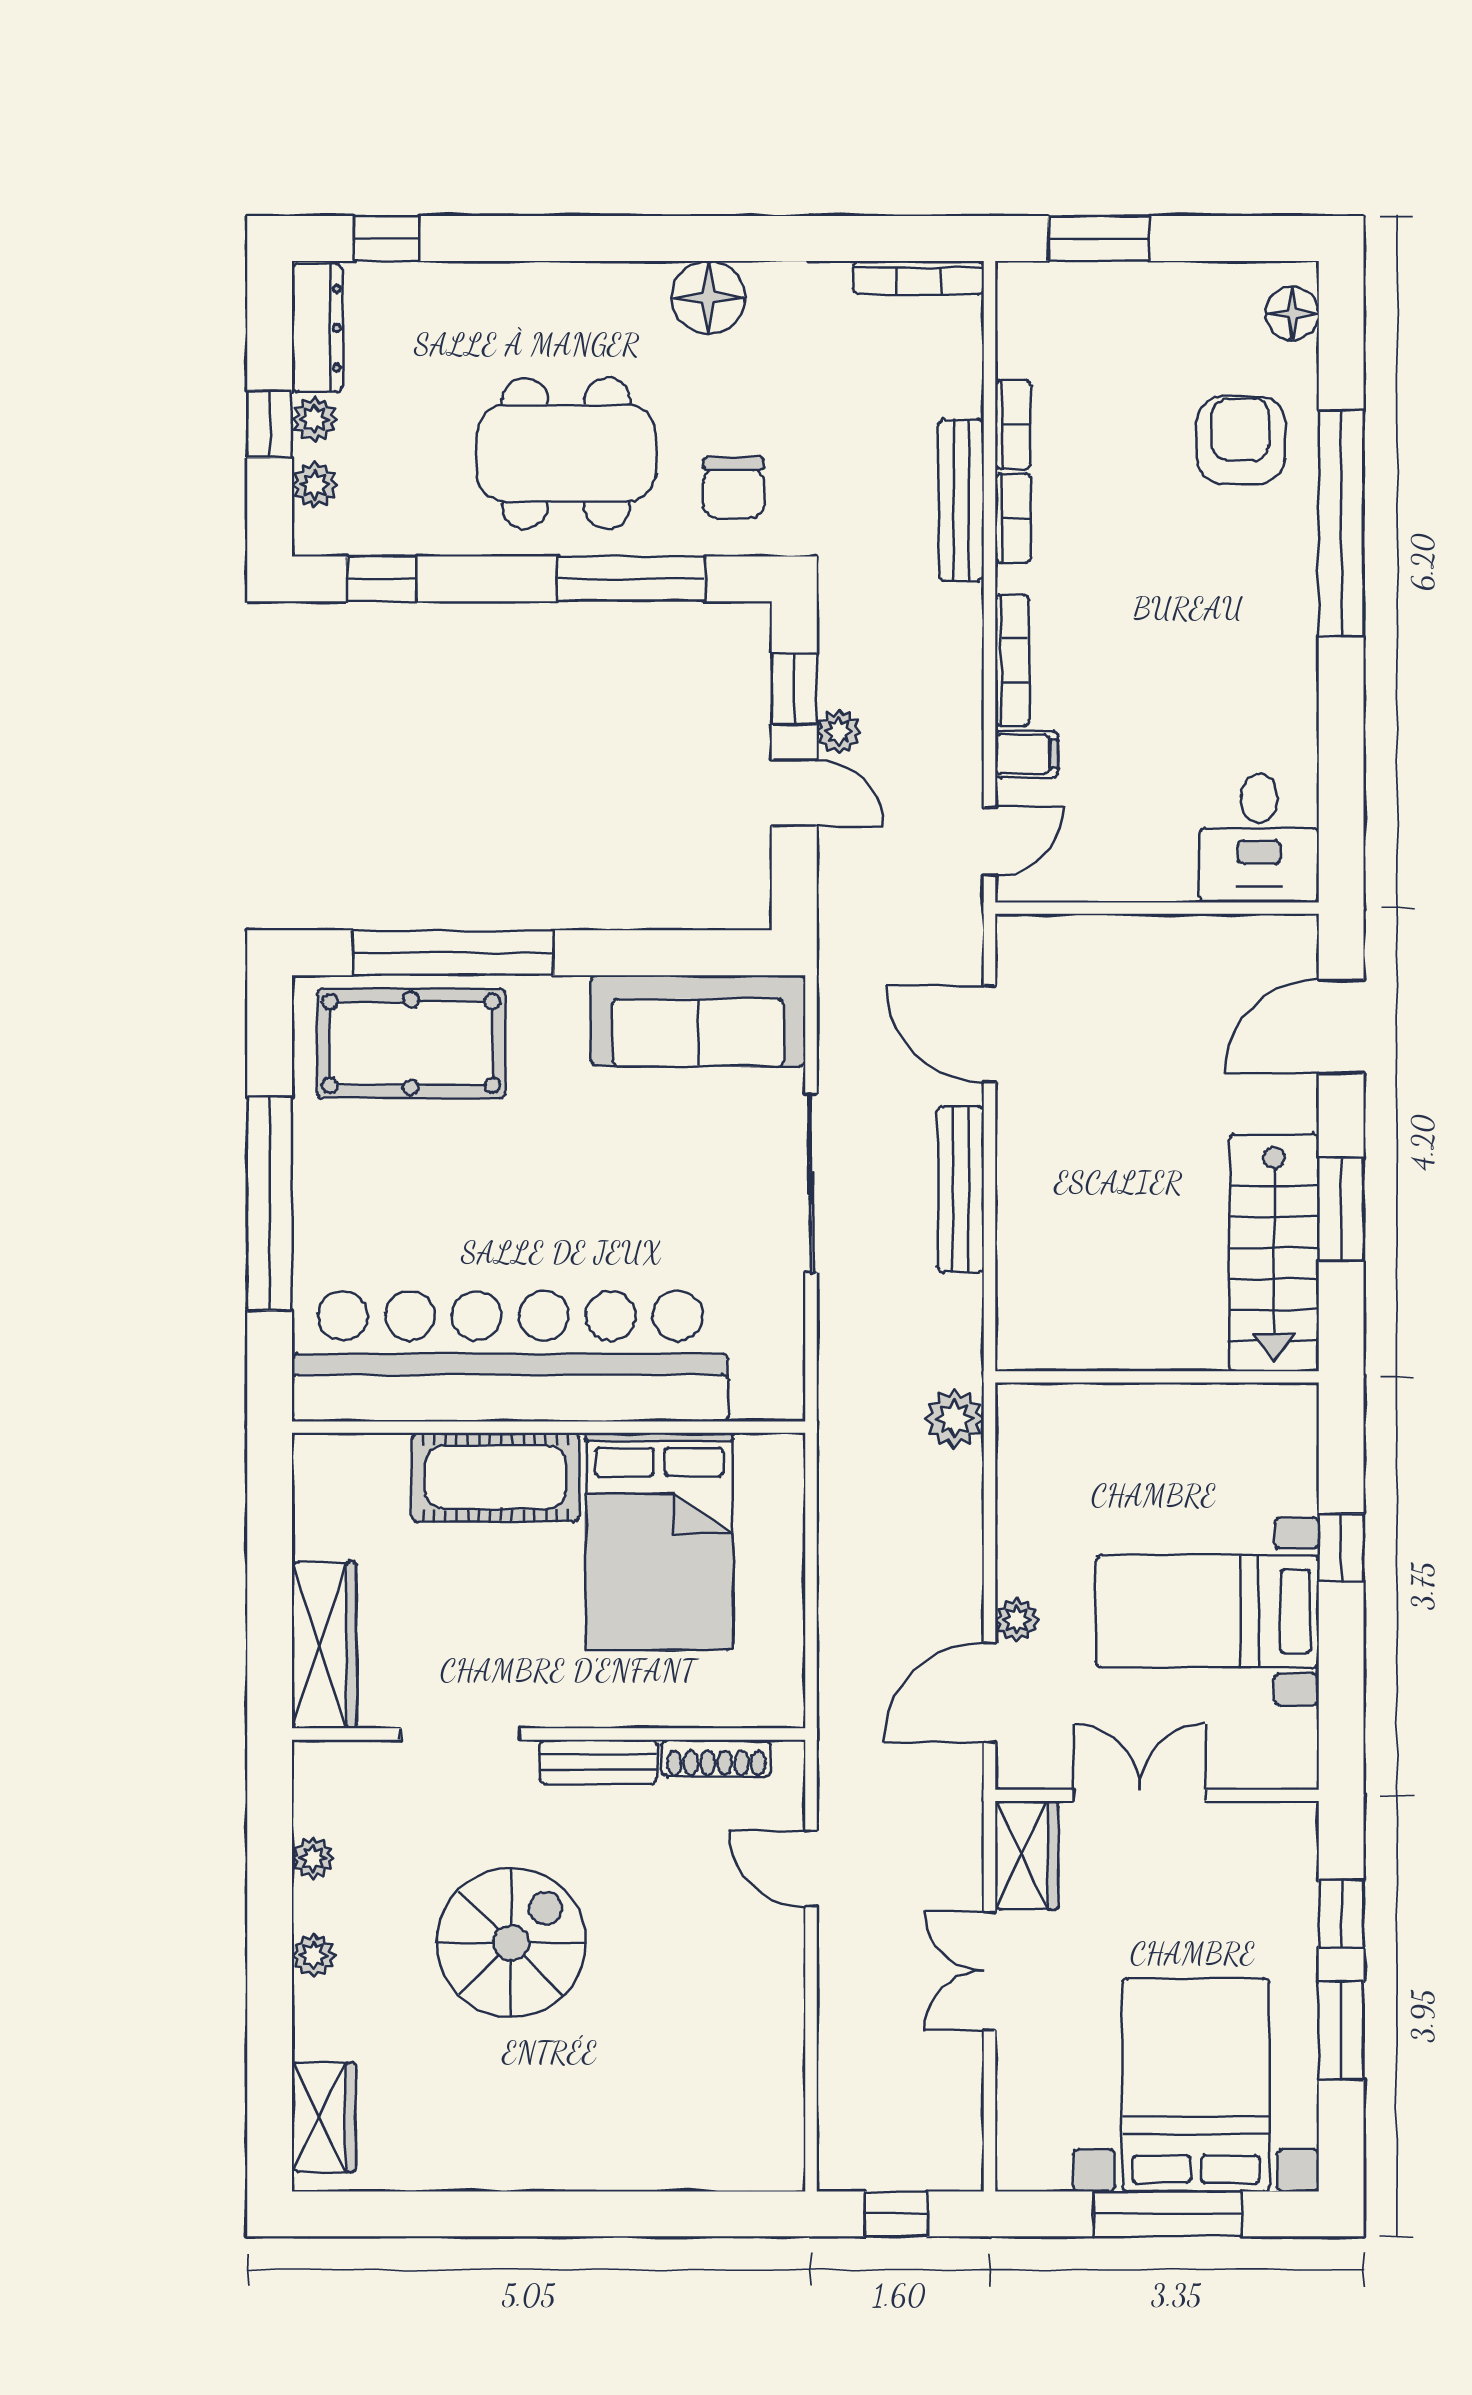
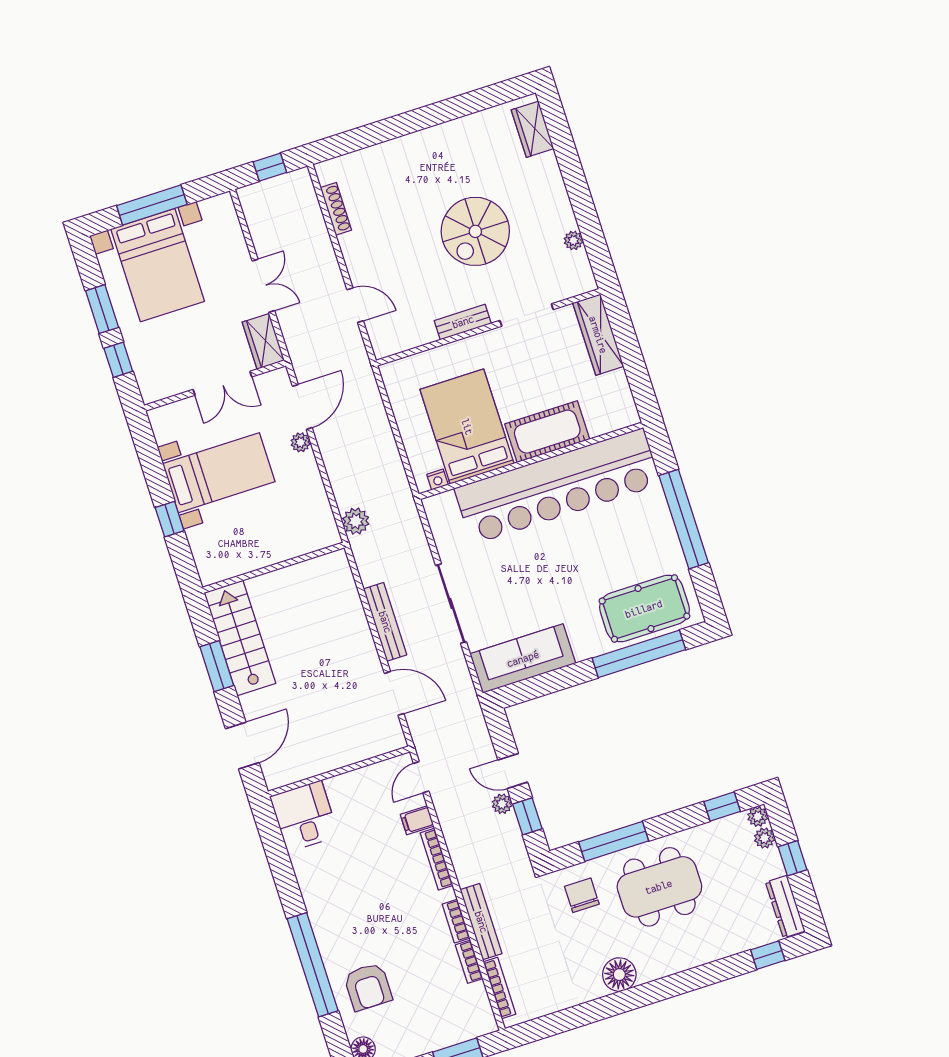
bookcase: (919, 278) -> (499, 988), moved, turned 90
plant: (314, 419) -> (758, 817), moved
nightstand: (756, 1451) -> (437, 480), added
shoe rack: (716, 1758) -> (336, 209), moved, turned 90
plant: (314, 1955) -> (560, 198), removed

